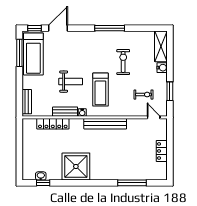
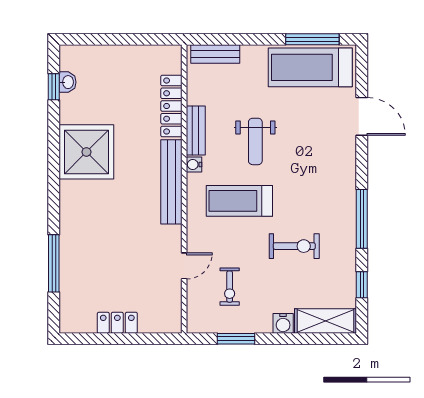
window: (35, 28) -> (362, 285), moved
door: (154, 117) -> (184, 266), moved
bench: (105, 124) -> (171, 182), moved

